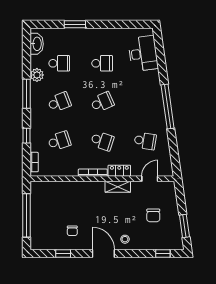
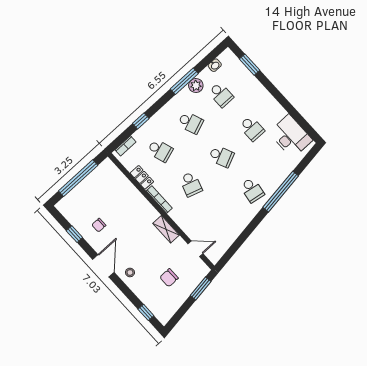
window: (75, 24) -> (250, 65), moved
washbasin: (37, 44) -> (215, 65), width x0.52, depth x0.69
desk: (143, 54) -> (291, 136), moved, turned -82
window: (27, 94) -> (184, 81), moved
window: (168, 107) -> (281, 192), moved
school desk: (145, 141) -> (252, 190), moved
locker: (119, 171) -> (142, 177), moved
window: (184, 226) -> (201, 288), moved

